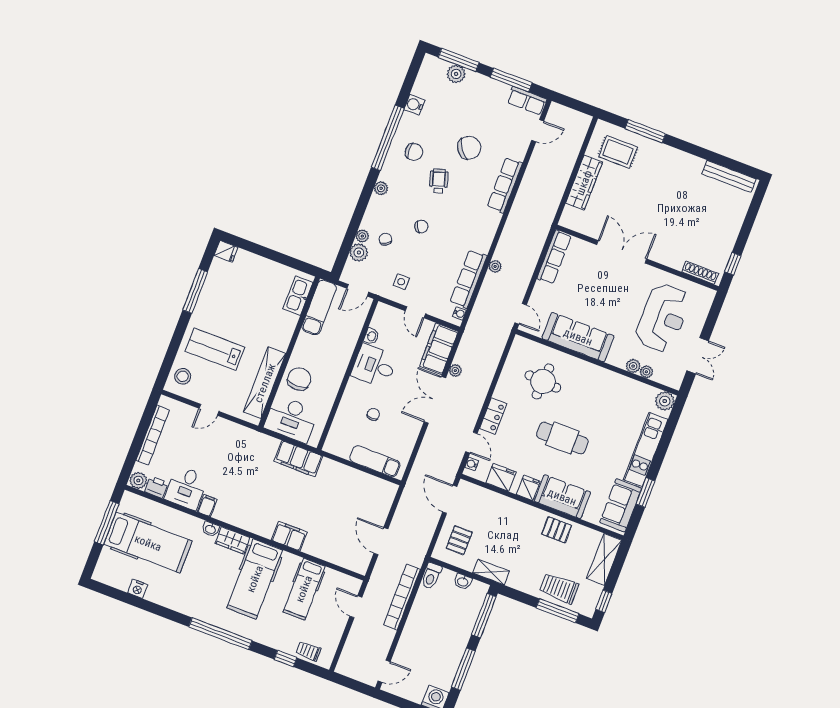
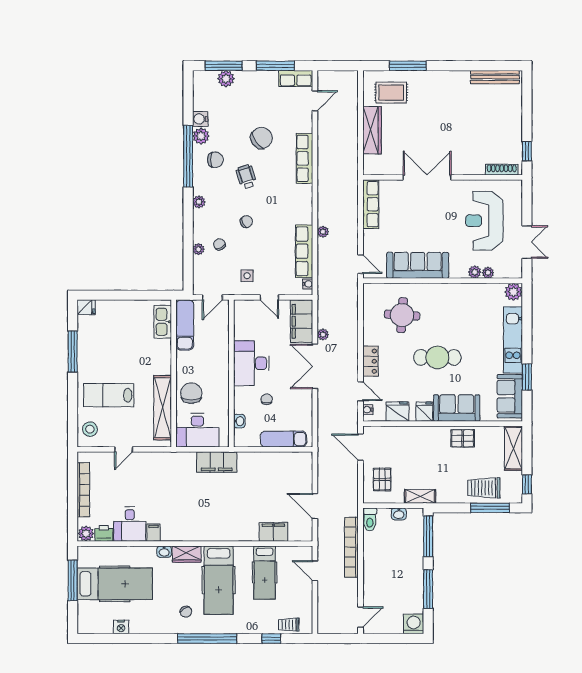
plant: (359, 253) -> (201, 136), moved
reception desk: (663, 318) -> (484, 221), turned 180
washbasin: (371, 336) -> (239, 421), moved
desk: (374, 366) -> (251, 363), width x1.37
filing cabinet: (289, 536) -> (273, 532), moved
chair: (209, 598) -> (186, 612), added

